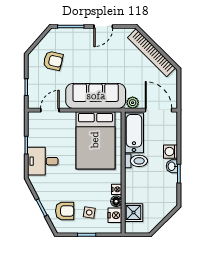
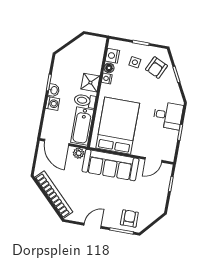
armchair: (53, 61) -> (129, 218), moved, turned 77
armchair: (65, 211) -> (156, 68), turned -65
shower: (134, 213) -> (90, 83), moved

